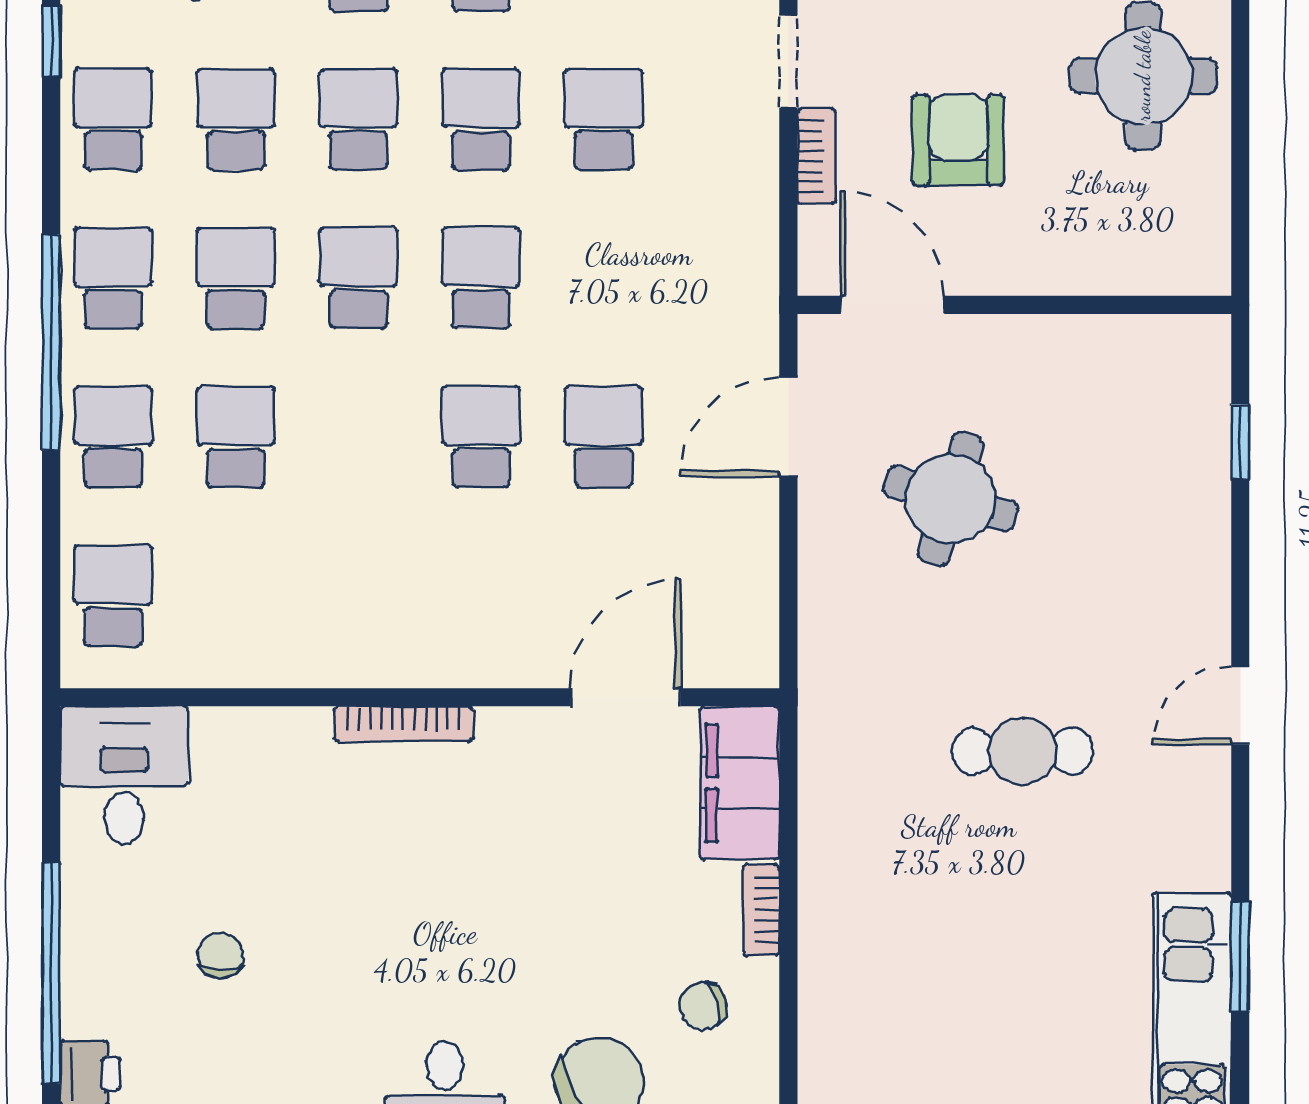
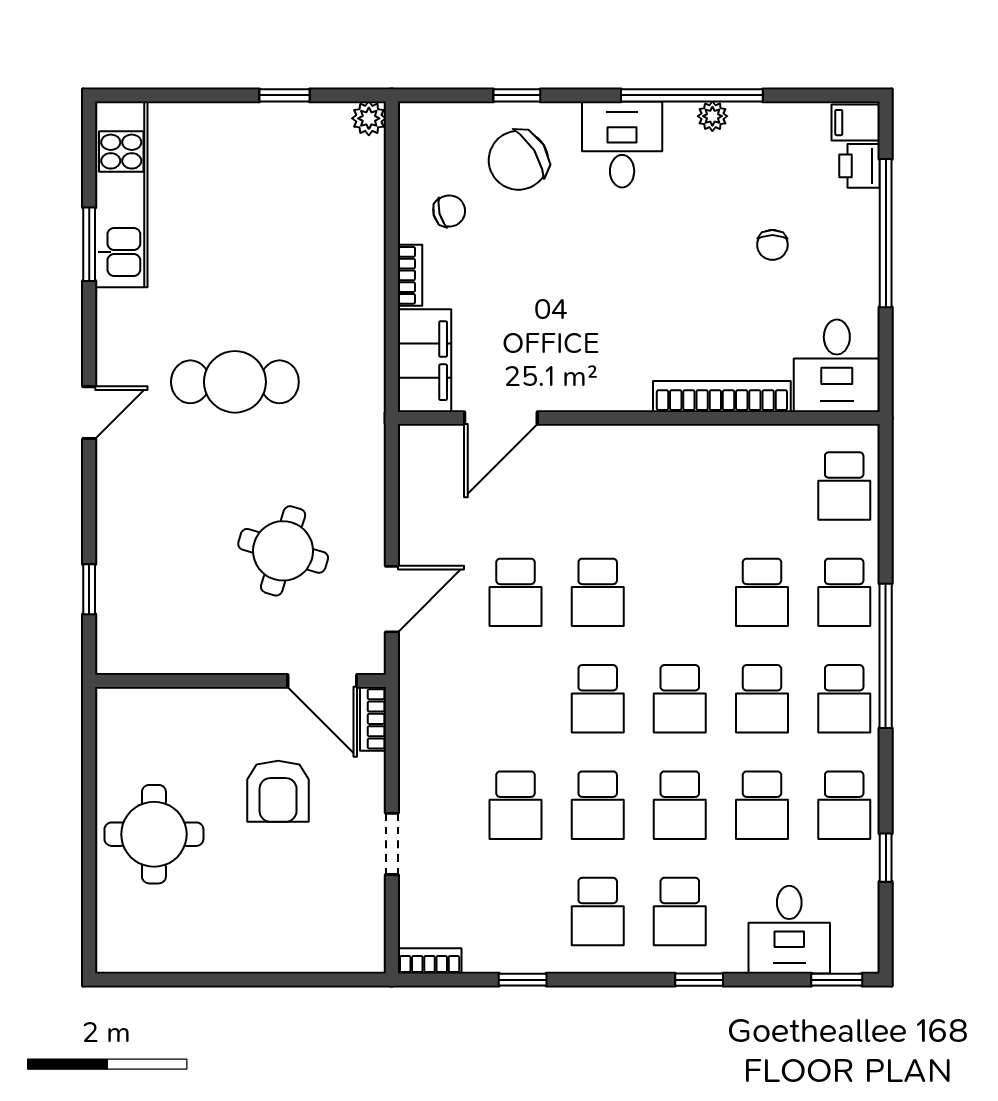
bookcase: (816, 156) -> (373, 719), moved
bookcase: (403, 724) -> (722, 396), moved, width x1.48, depth x1.31
cafe table: (1022, 751) -> (235, 382), width x1.37, depth x1.35

